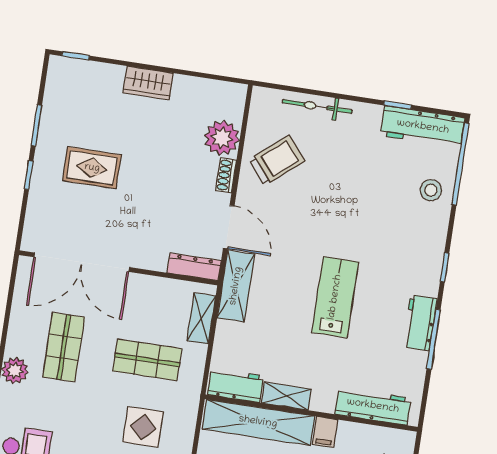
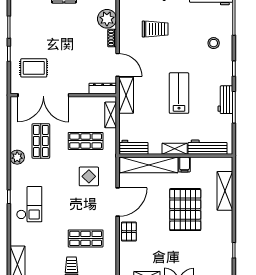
trolley: (277, 160) -> (155, 29), moved, turned 40
rug: (92, 168) -> (34, 68), moved
stool: (431, 190) -> (214, 43), moved
shelving: (286, 396) -> (175, 149), moved

